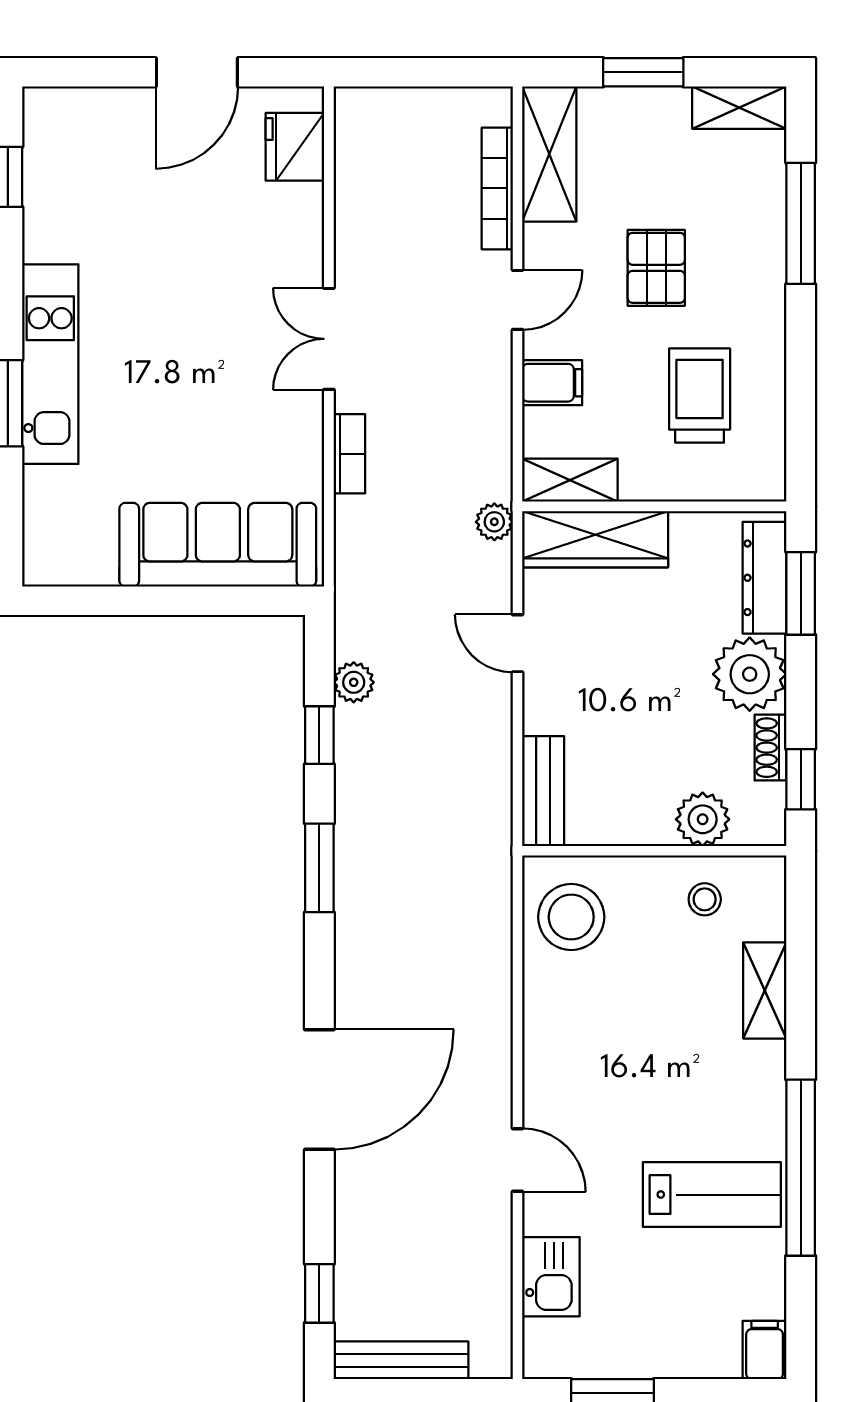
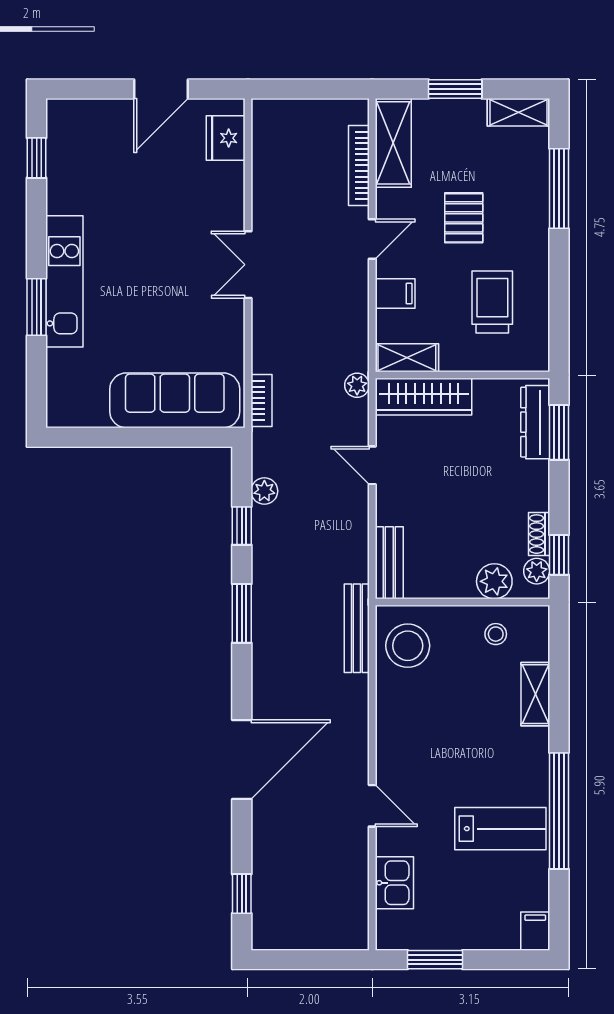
bookcase: (349, 454) -> (262, 400), moved
plant: (750, 674) -> (537, 571), moved, width x0.53, depth x0.53
bench: (401, 1360) -> (357, 628), moved, turned 90

